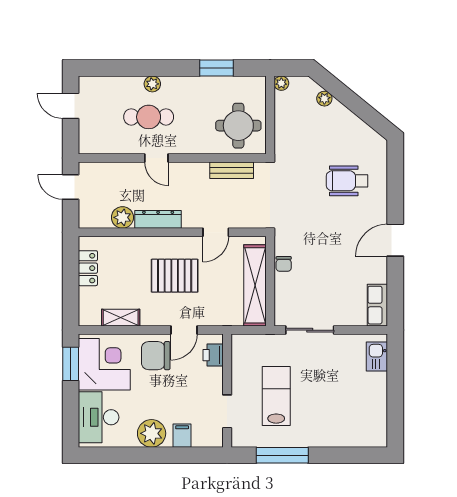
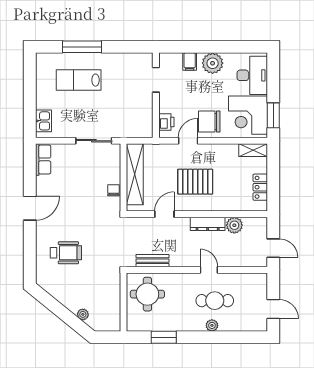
plant: (281, 83) -> (115, 326), removed
shelving: (121, 318) -> (253, 150), moved
chair: (156, 356) -> (209, 122), turned 180
lab bench: (276, 396) -> (79, 80), moved, turned 90
window: (282, 455) -> (82, 47), moved

